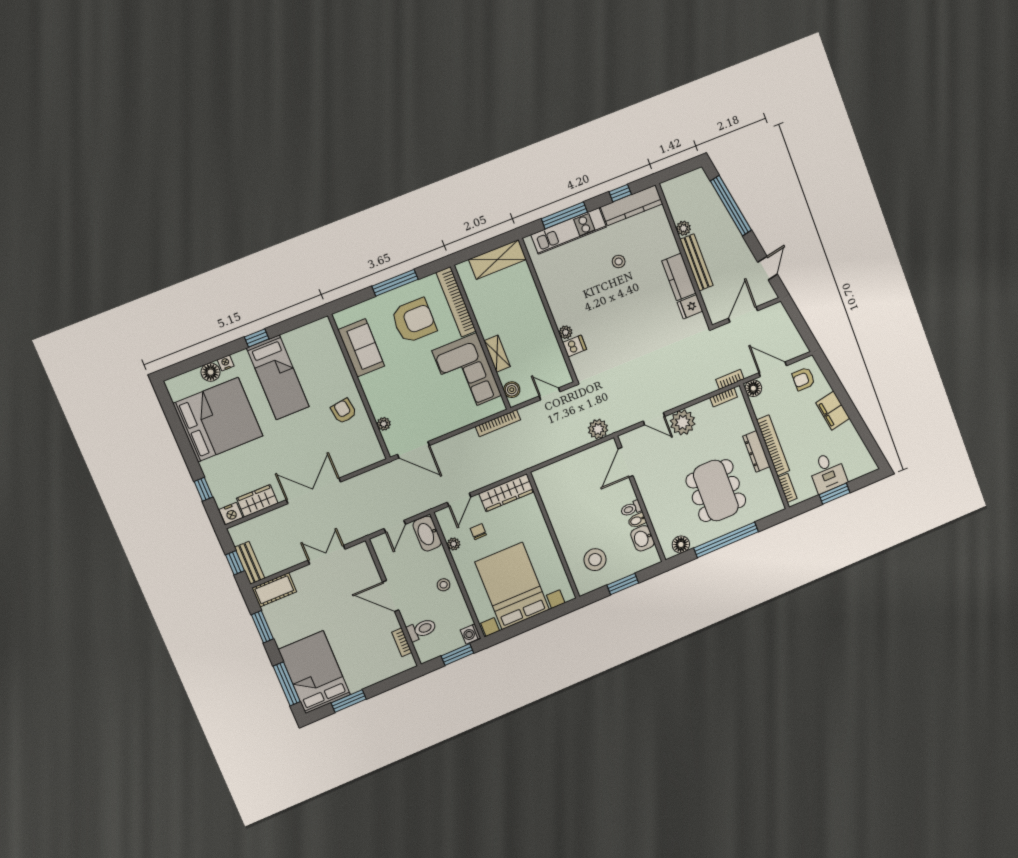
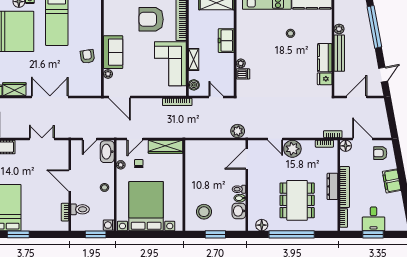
freezer: (533, 308) -> (226, 41), added
armchair: (414, 321) -> (151, 19), turned 180
sofa: (361, 348) -> (113, 52), moved

